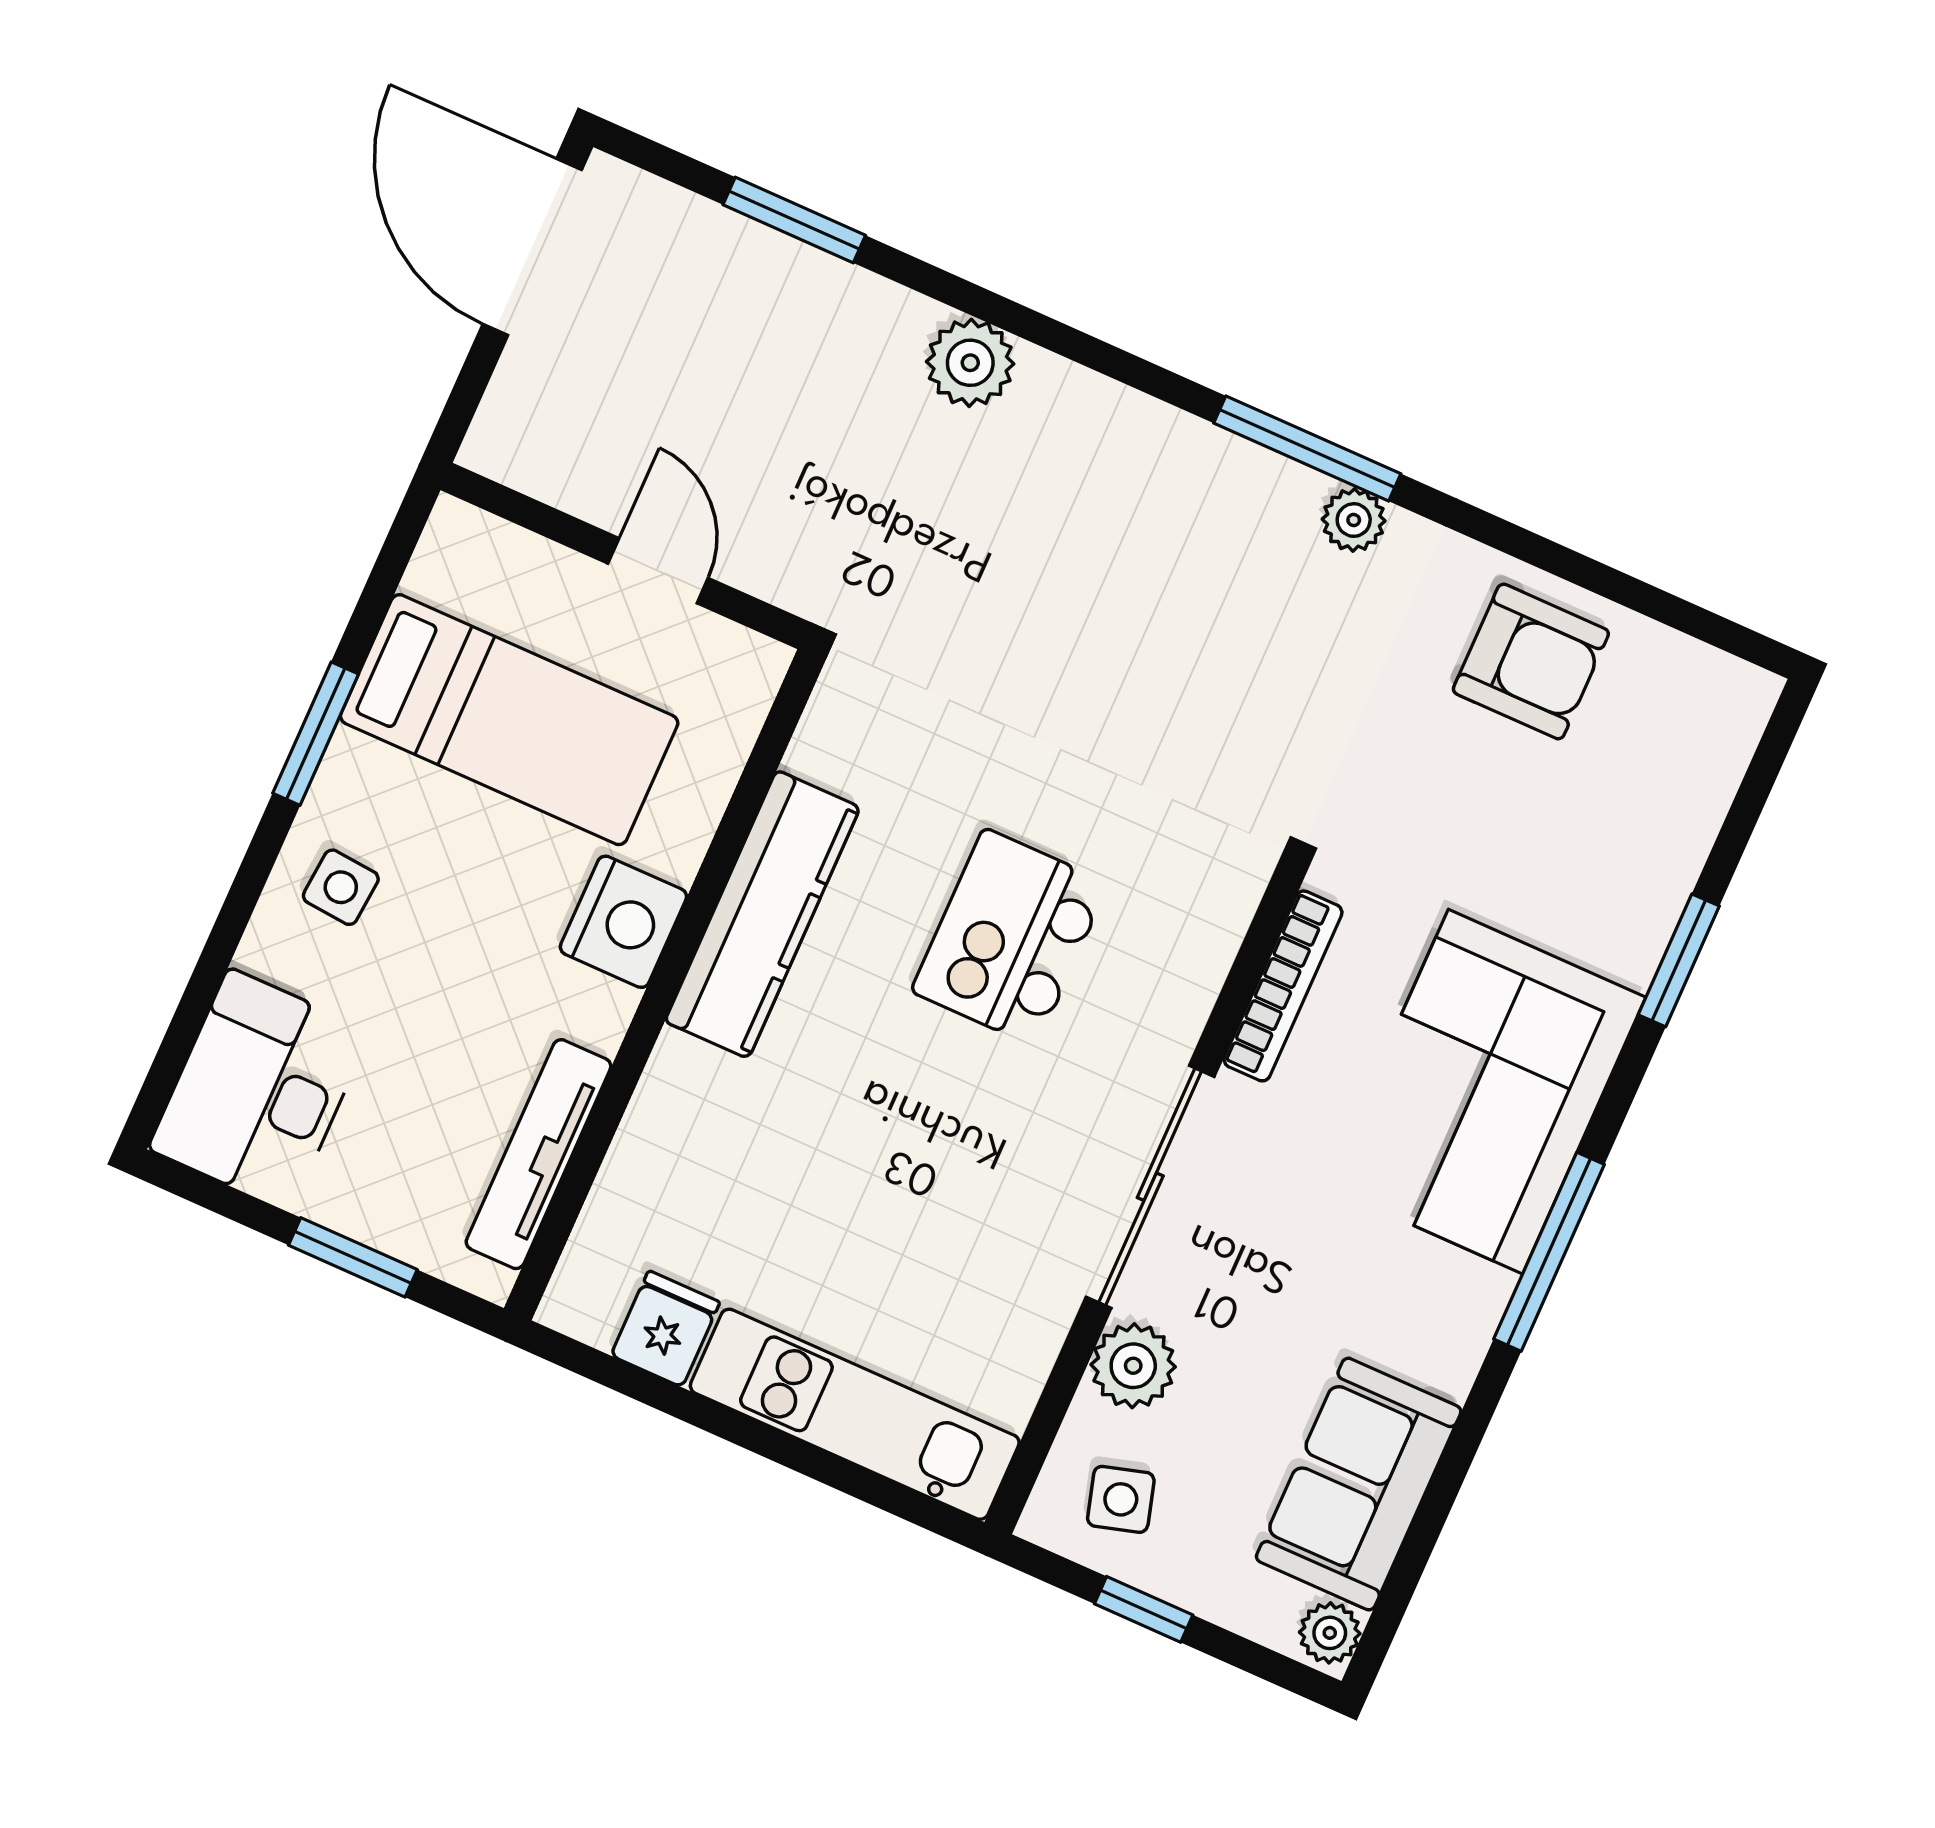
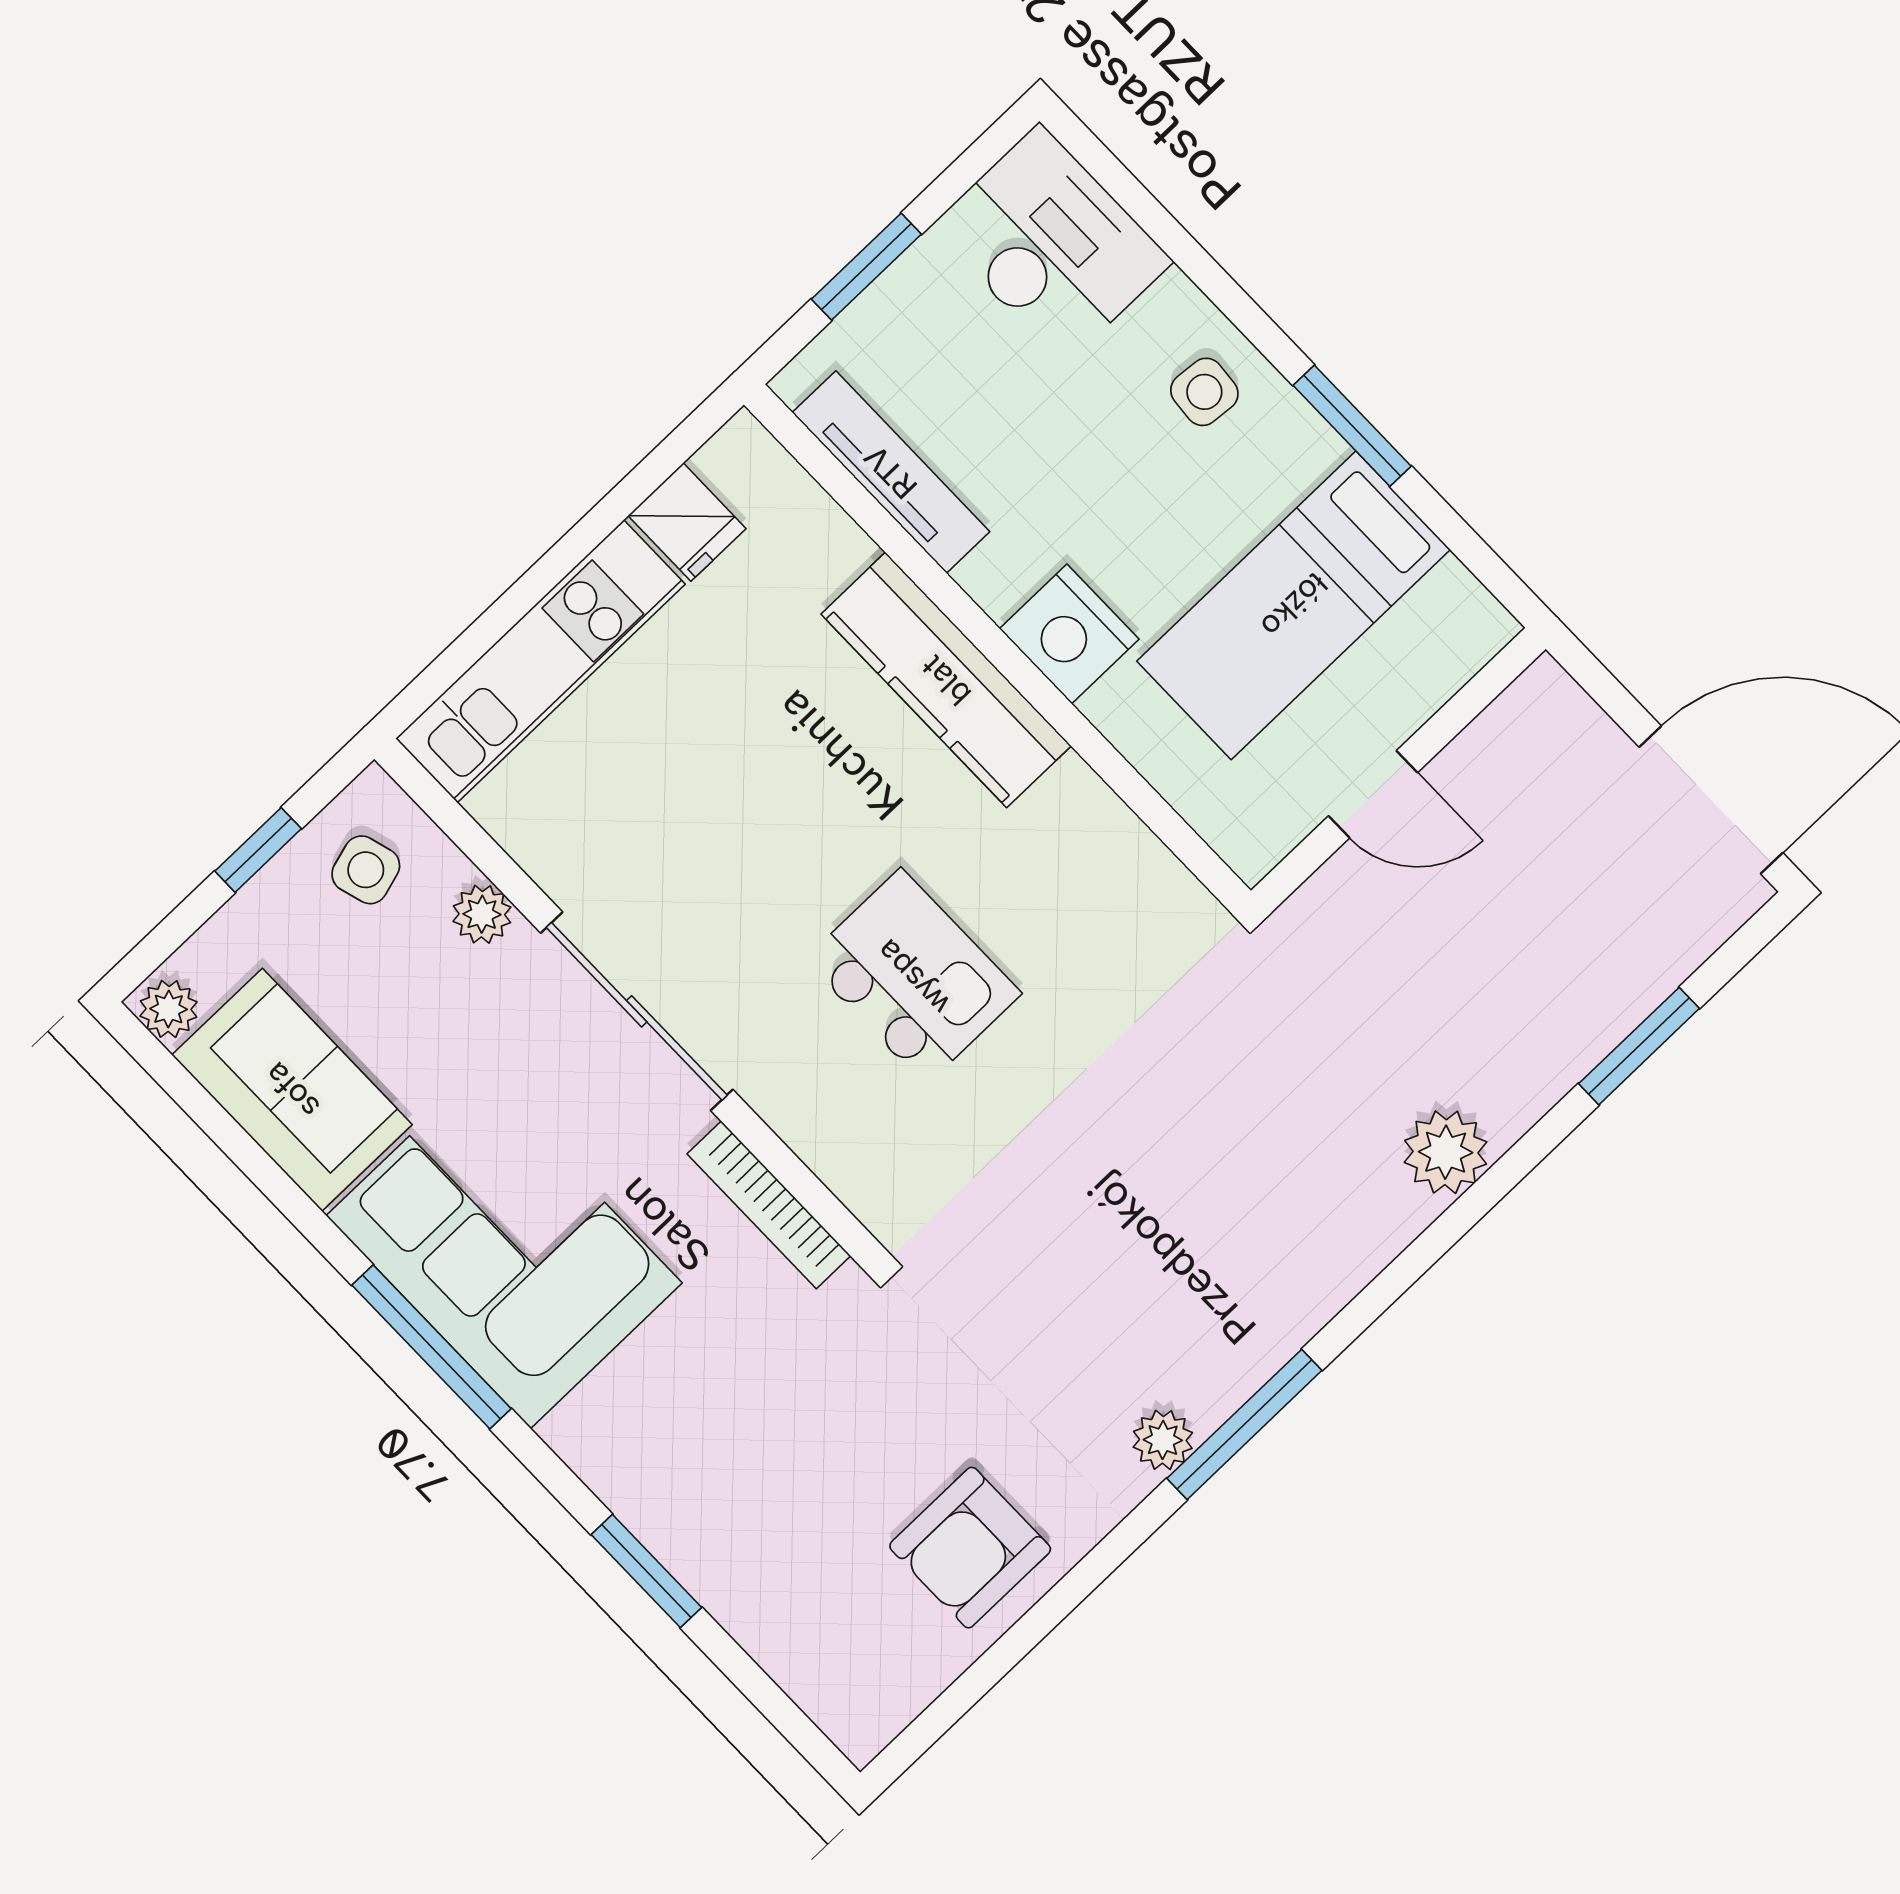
kitchen counter: (762, 914) -> (946, 680), moved
corner sofa: (1485, 1092) -> (504, 1249), moved
plant: (1133, 1366) -> (482, 914), width x0.73, depth x0.73

